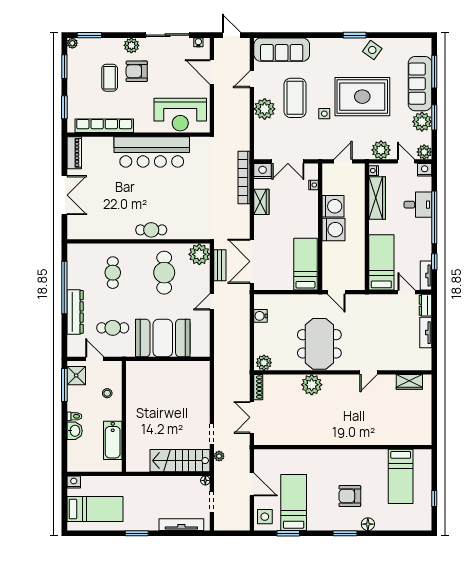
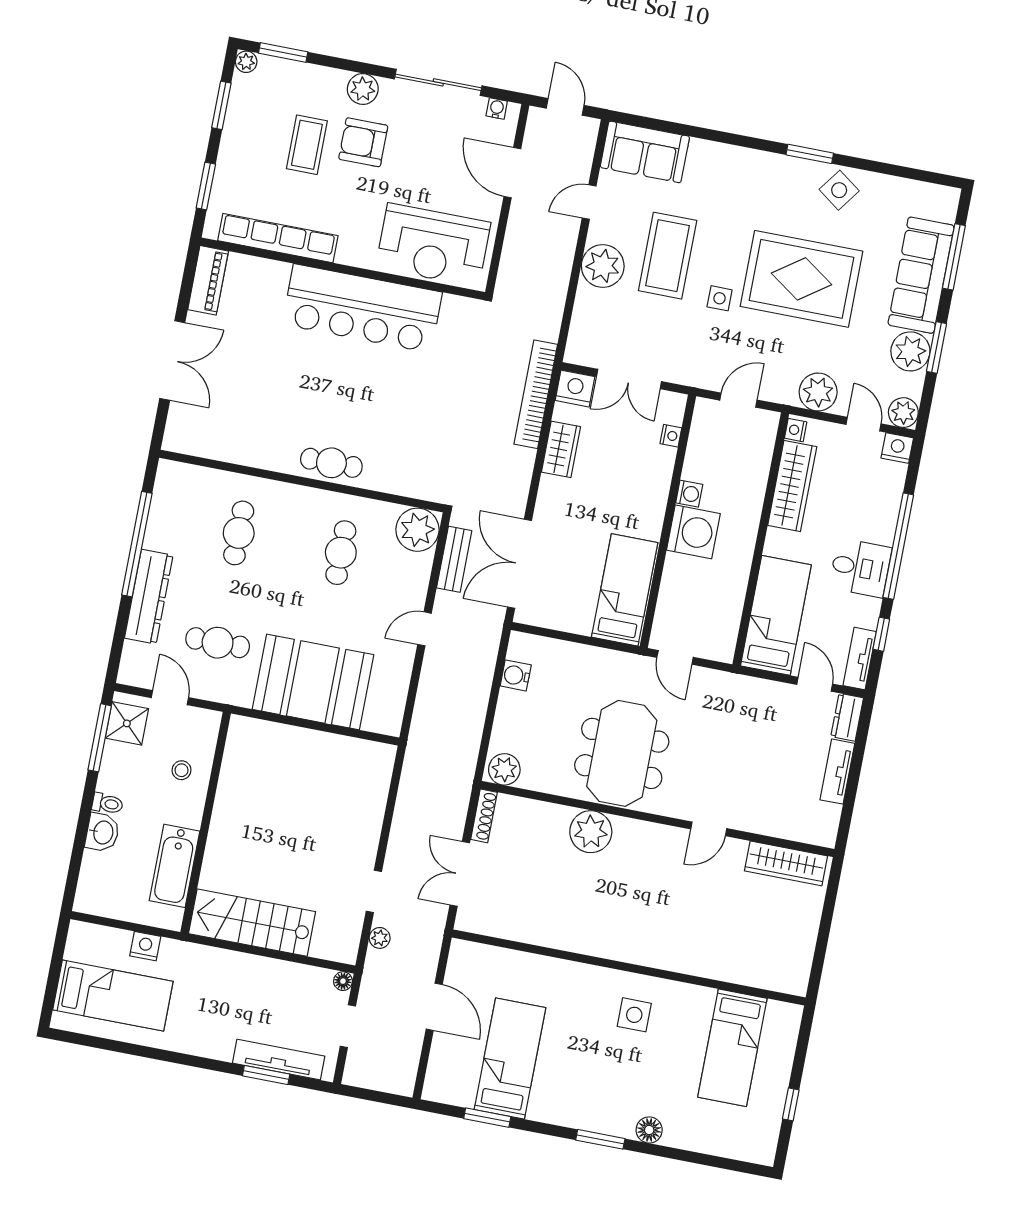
sofa: (282, 50) -> (645, 152), width x0.73
desk: (418, 205) -> (860, 568), moved
washing machine: (333, 206) -> (689, 494), width x0.53, depth x0.53
cafe table: (164, 273) -> (341, 553), width x0.73, depth x0.74
wardrobe: (409, 382) -> (786, 863), width x1.50
stairs: (180, 461) -> (252, 923), moved
nightstand: (74, 482) -> (145, 946), moved
armchair: (350, 496) -> (624, 1067), removed
side table: (265, 517) -> (634, 1015), moved
window: (137, 533) -> (266, 1075), moved

